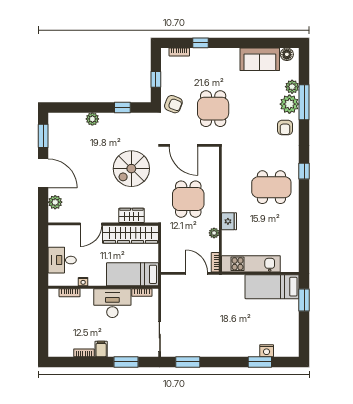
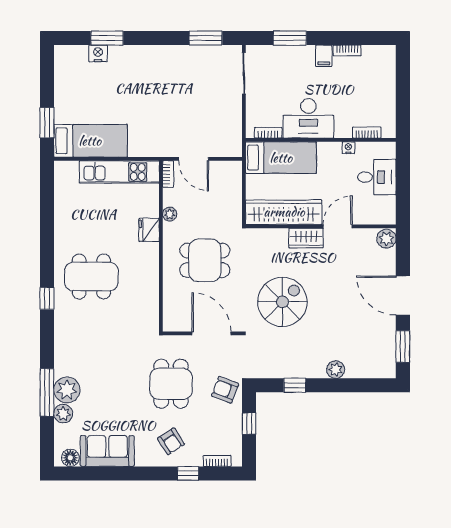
armchair: (285, 128) -> (171, 441), moved, turned 147
dining table: (188, 199) -> (205, 260), turned 90
plant: (55, 202) -> (386, 239), moved
wardrobe: (131, 215) -> (306, 238), moved

